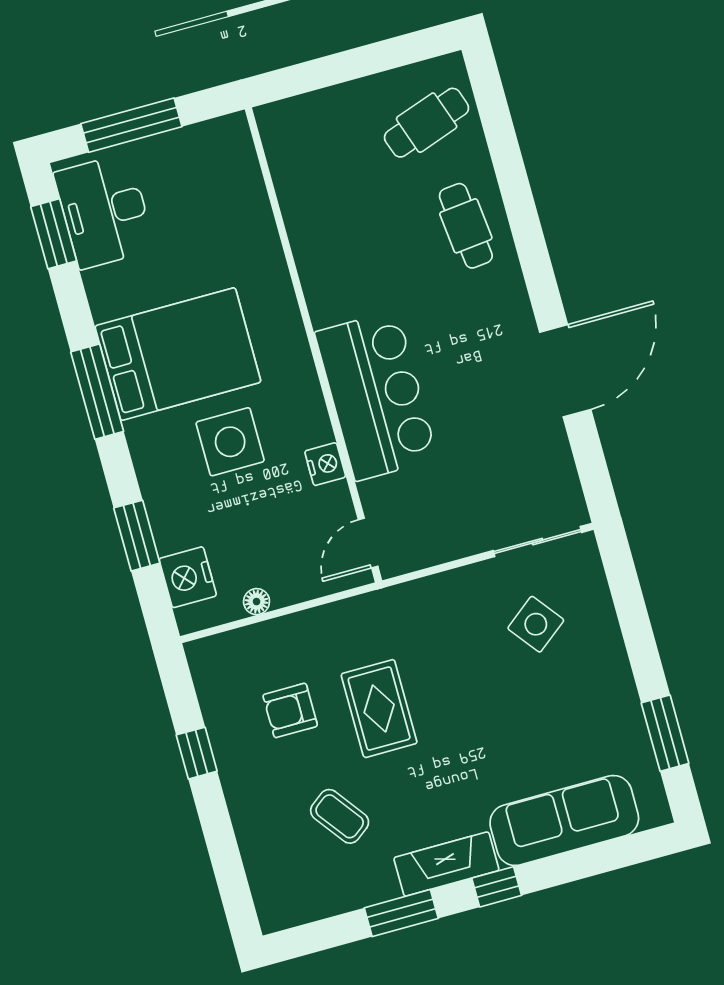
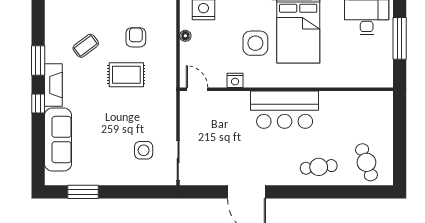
bar counter: (376, 396) -> (285, 110), moved
side table: (536, 624) -> (144, 150), turned 38

